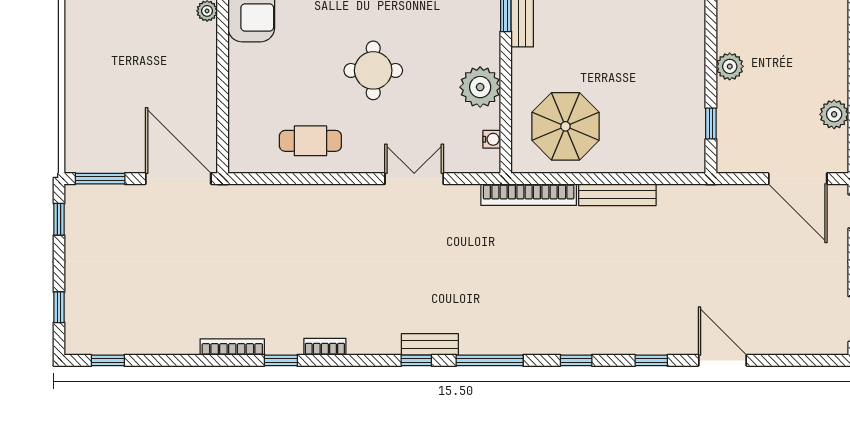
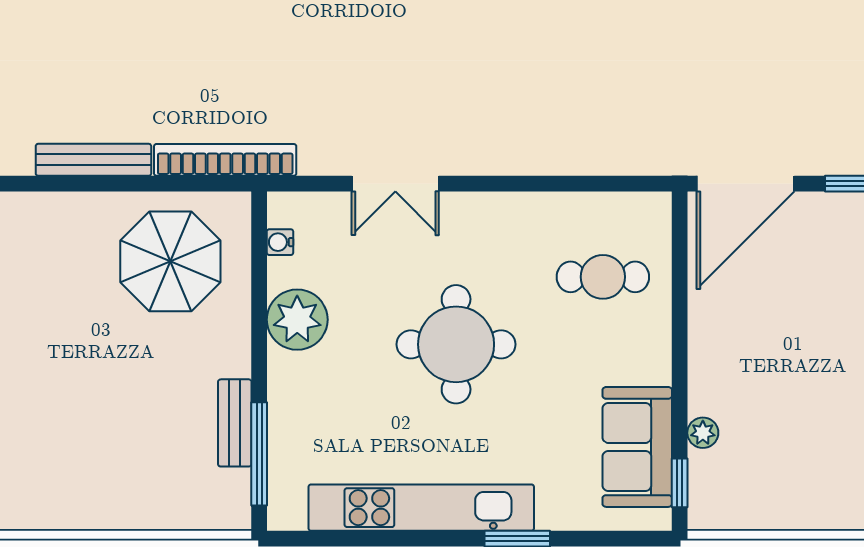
round table: (373, 70) -> (456, 344), width x1.36, depth x1.36
cafe table: (310, 141) -> (603, 277), moved
door: (178, 179) -> (745, 184), hinge flipped

